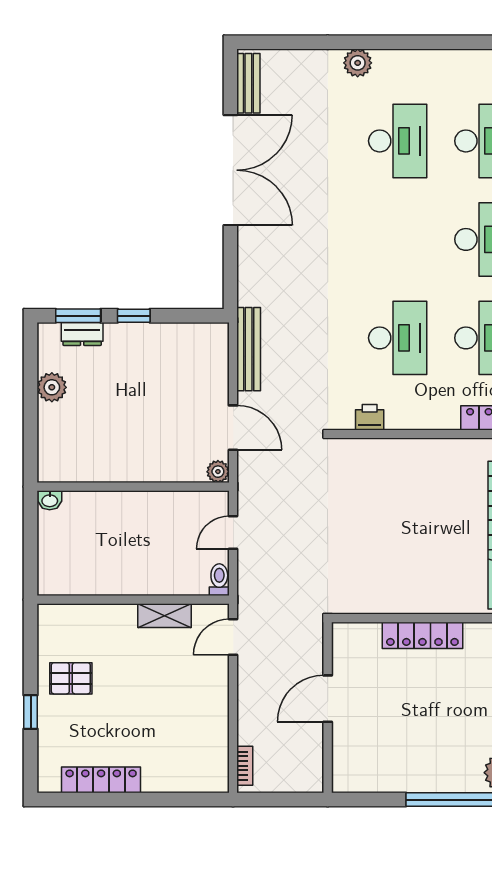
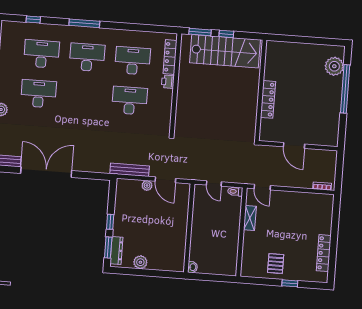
dresser: (82, 334) -> (116, 251), width x1.44
printer: (370, 417) -> (168, 82), moved
door: (233, 428) -> (165, 180), swing flipped
plant: (218, 472) -> (147, 185), moved

